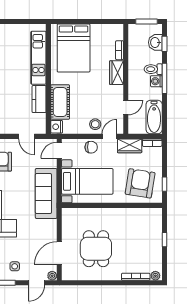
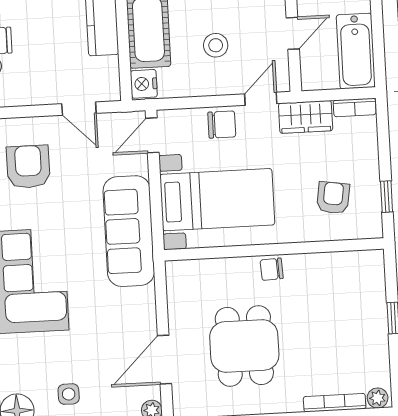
stool: (95, 124) -> (216, 45), moved
armchair: (140, 183) -> (333, 198), width x0.53, depth x0.53
chair: (110, 214) -> (272, 269), added

